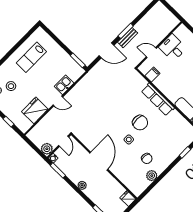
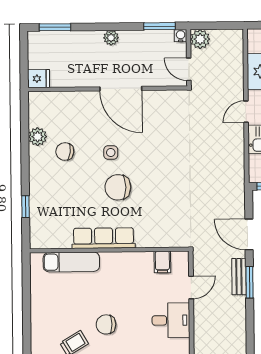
door: (106, 50) -> (249, 234), hinge flipped
row of seats: (158, 99) -> (104, 238), moved

